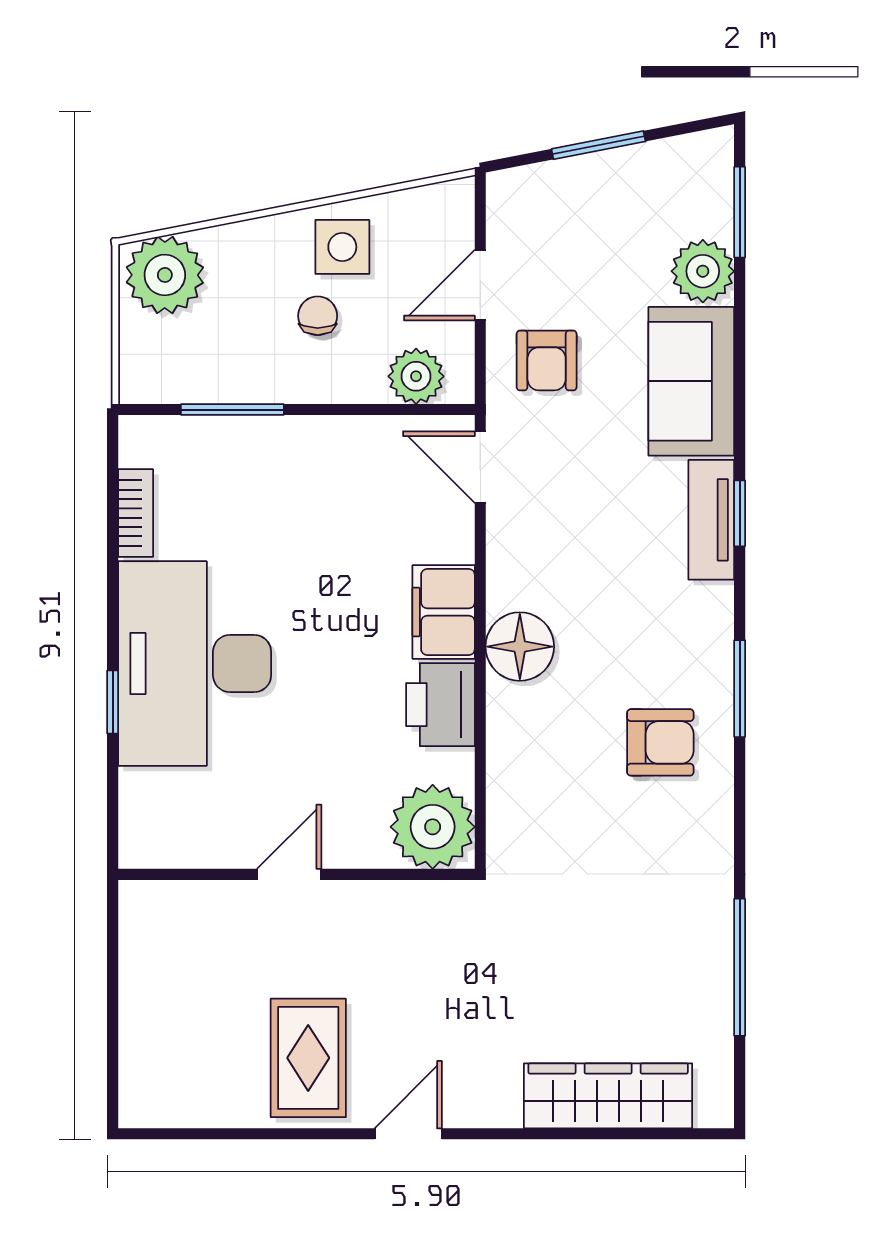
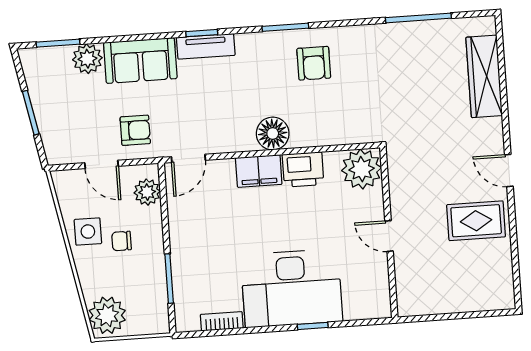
armchair: (660, 742) -> (314, 63), turned 180

